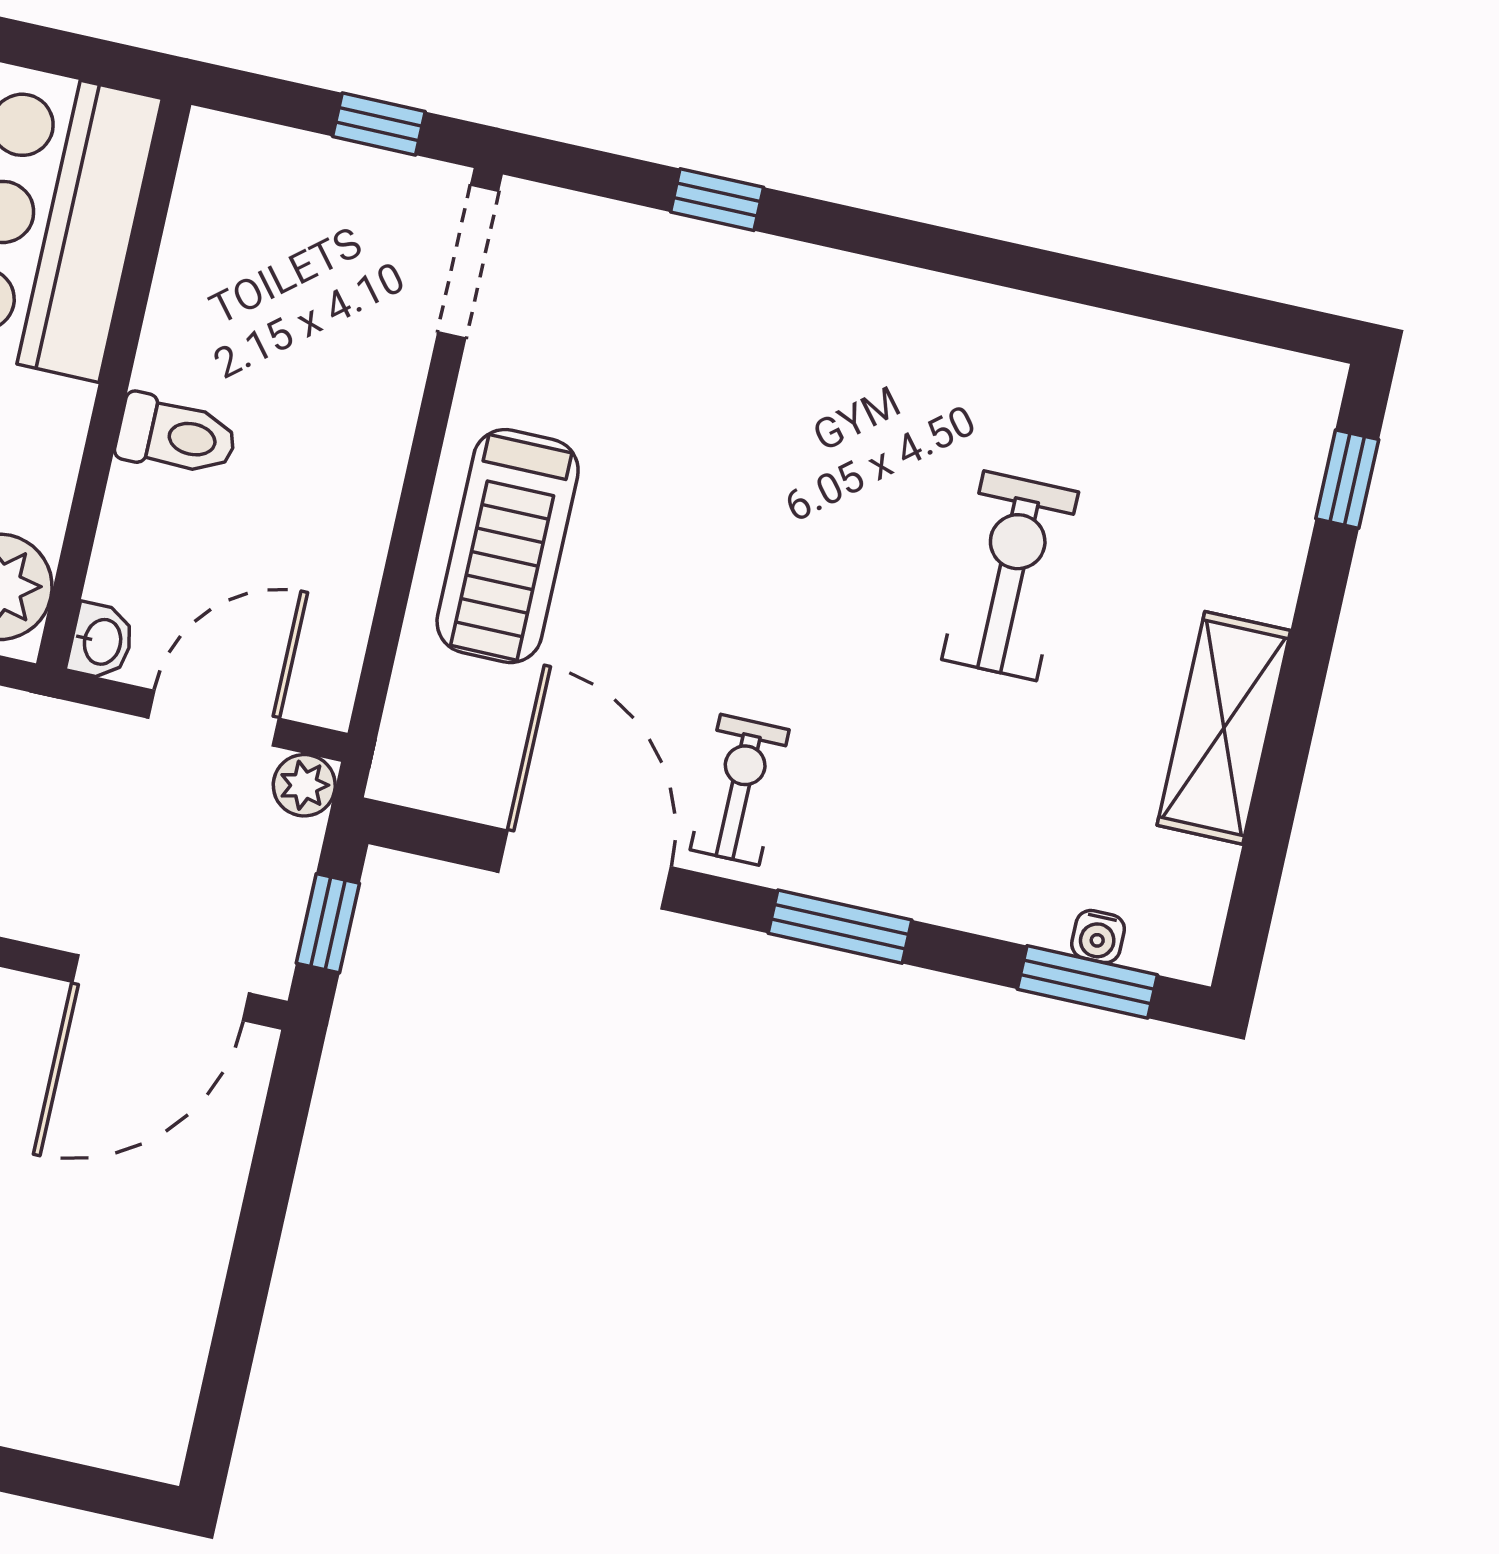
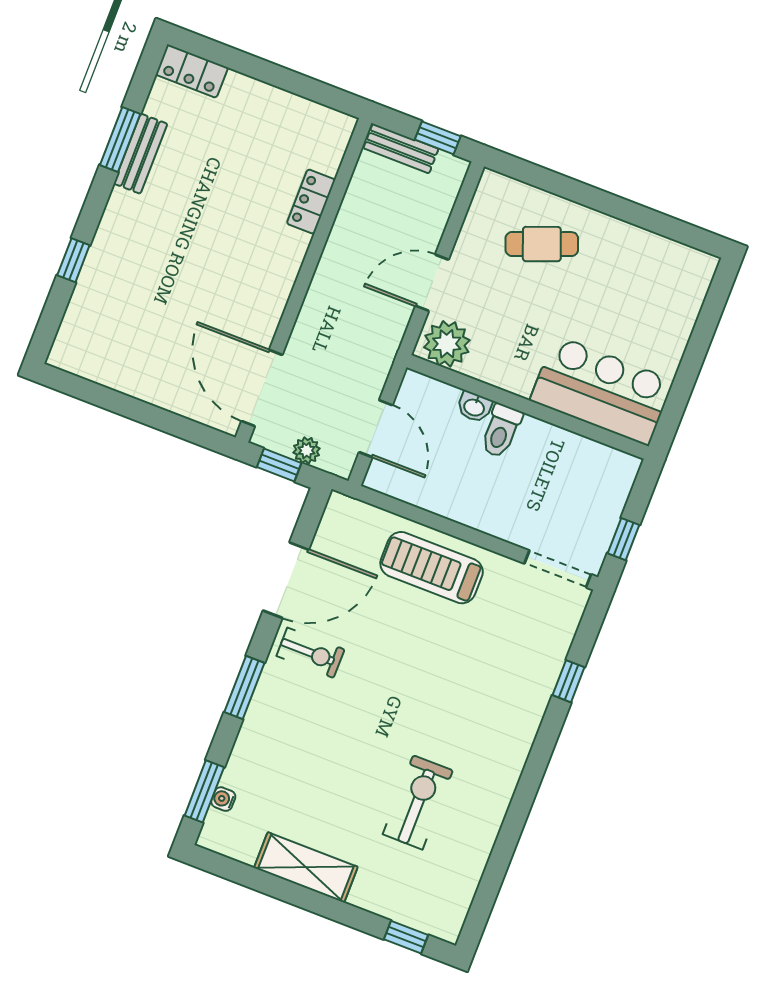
exercise bike: (1010, 576) -> (418, 802), moved, turned -90
washbasin: (101, 641) -> (474, 407), moved
plant: (304, 785) -> (307, 450), moved

